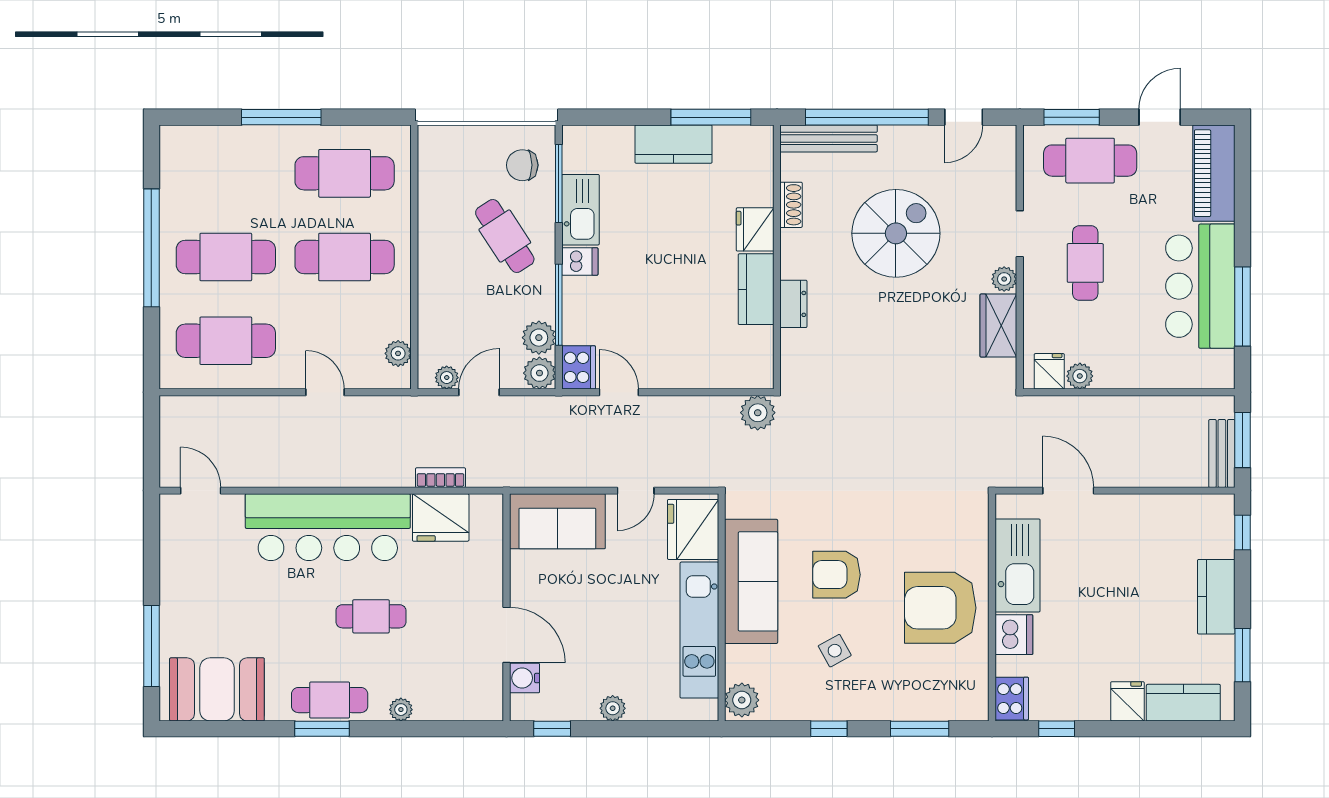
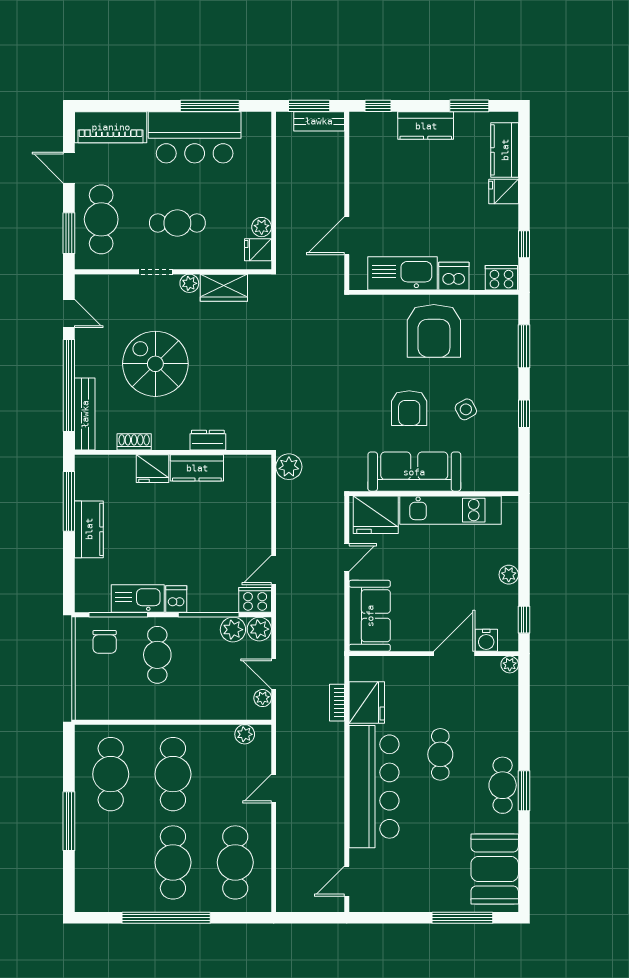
cafe table: (505, 236) -> (157, 655), turned -57
door: (636, 491) -> (347, 558), hinge flipped
plant: (742, 700) -> (503, 479), removed
plant: (401, 710) -> (510, 665), moved

